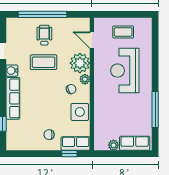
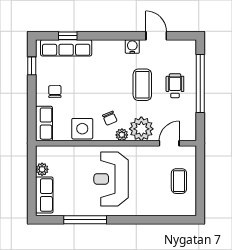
wheelchair: (44, 35) -> (175, 86), turned -90
reception desk: (125, 71) -> (111, 179), moved, turned -90
row of seats: (13, 98) -> (66, 48), moved
window: (69, 154) -> (32, 66), moved

